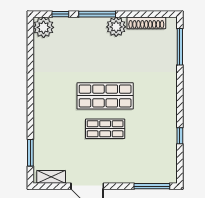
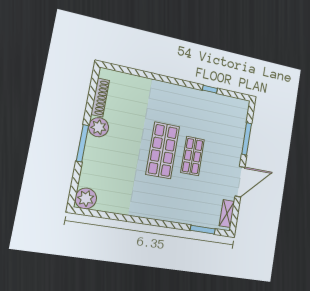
window: (60, 14) -> (76, 180), removed
window: (180, 47) -> (129, 71), removed
window: (152, 186) -> (247, 139), moved

